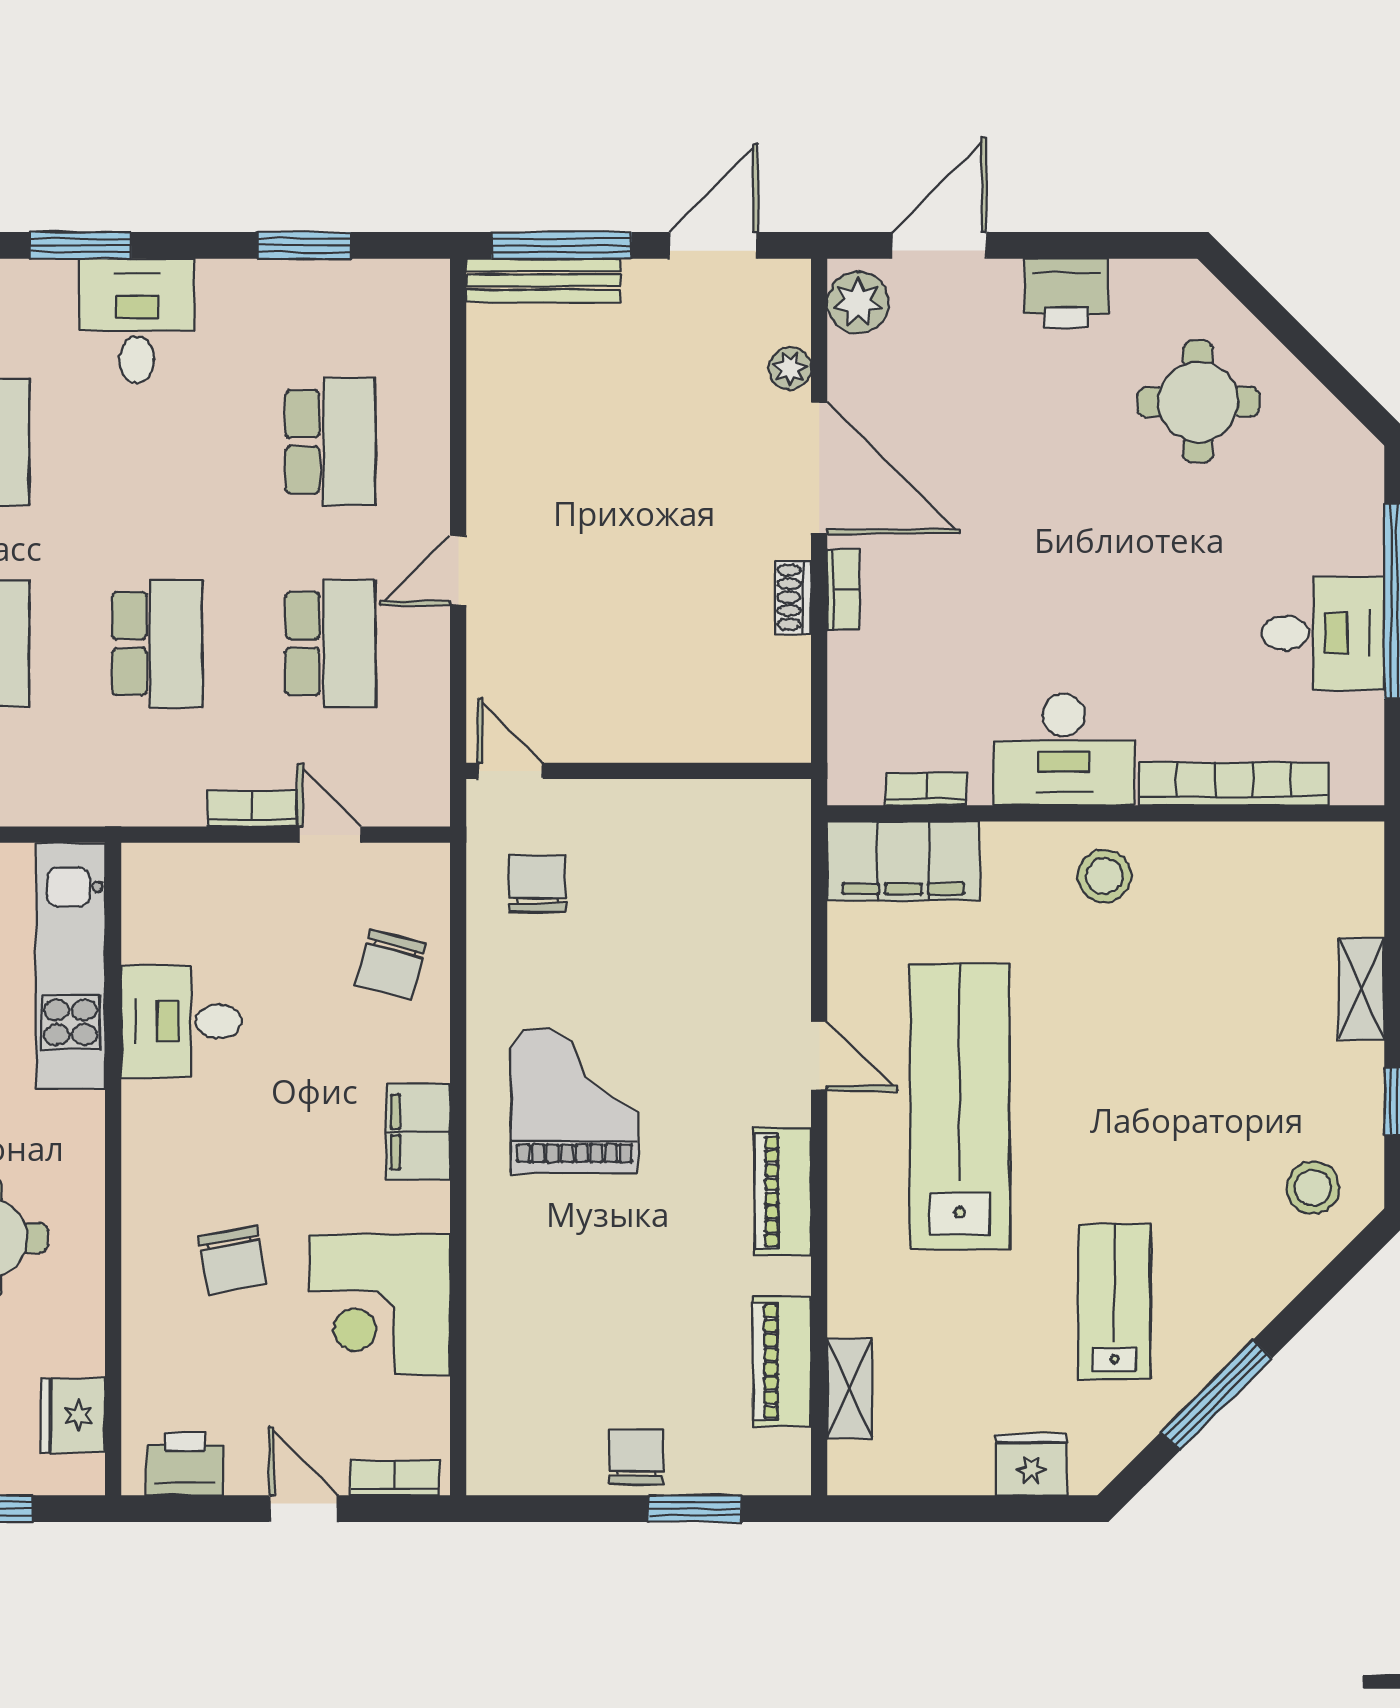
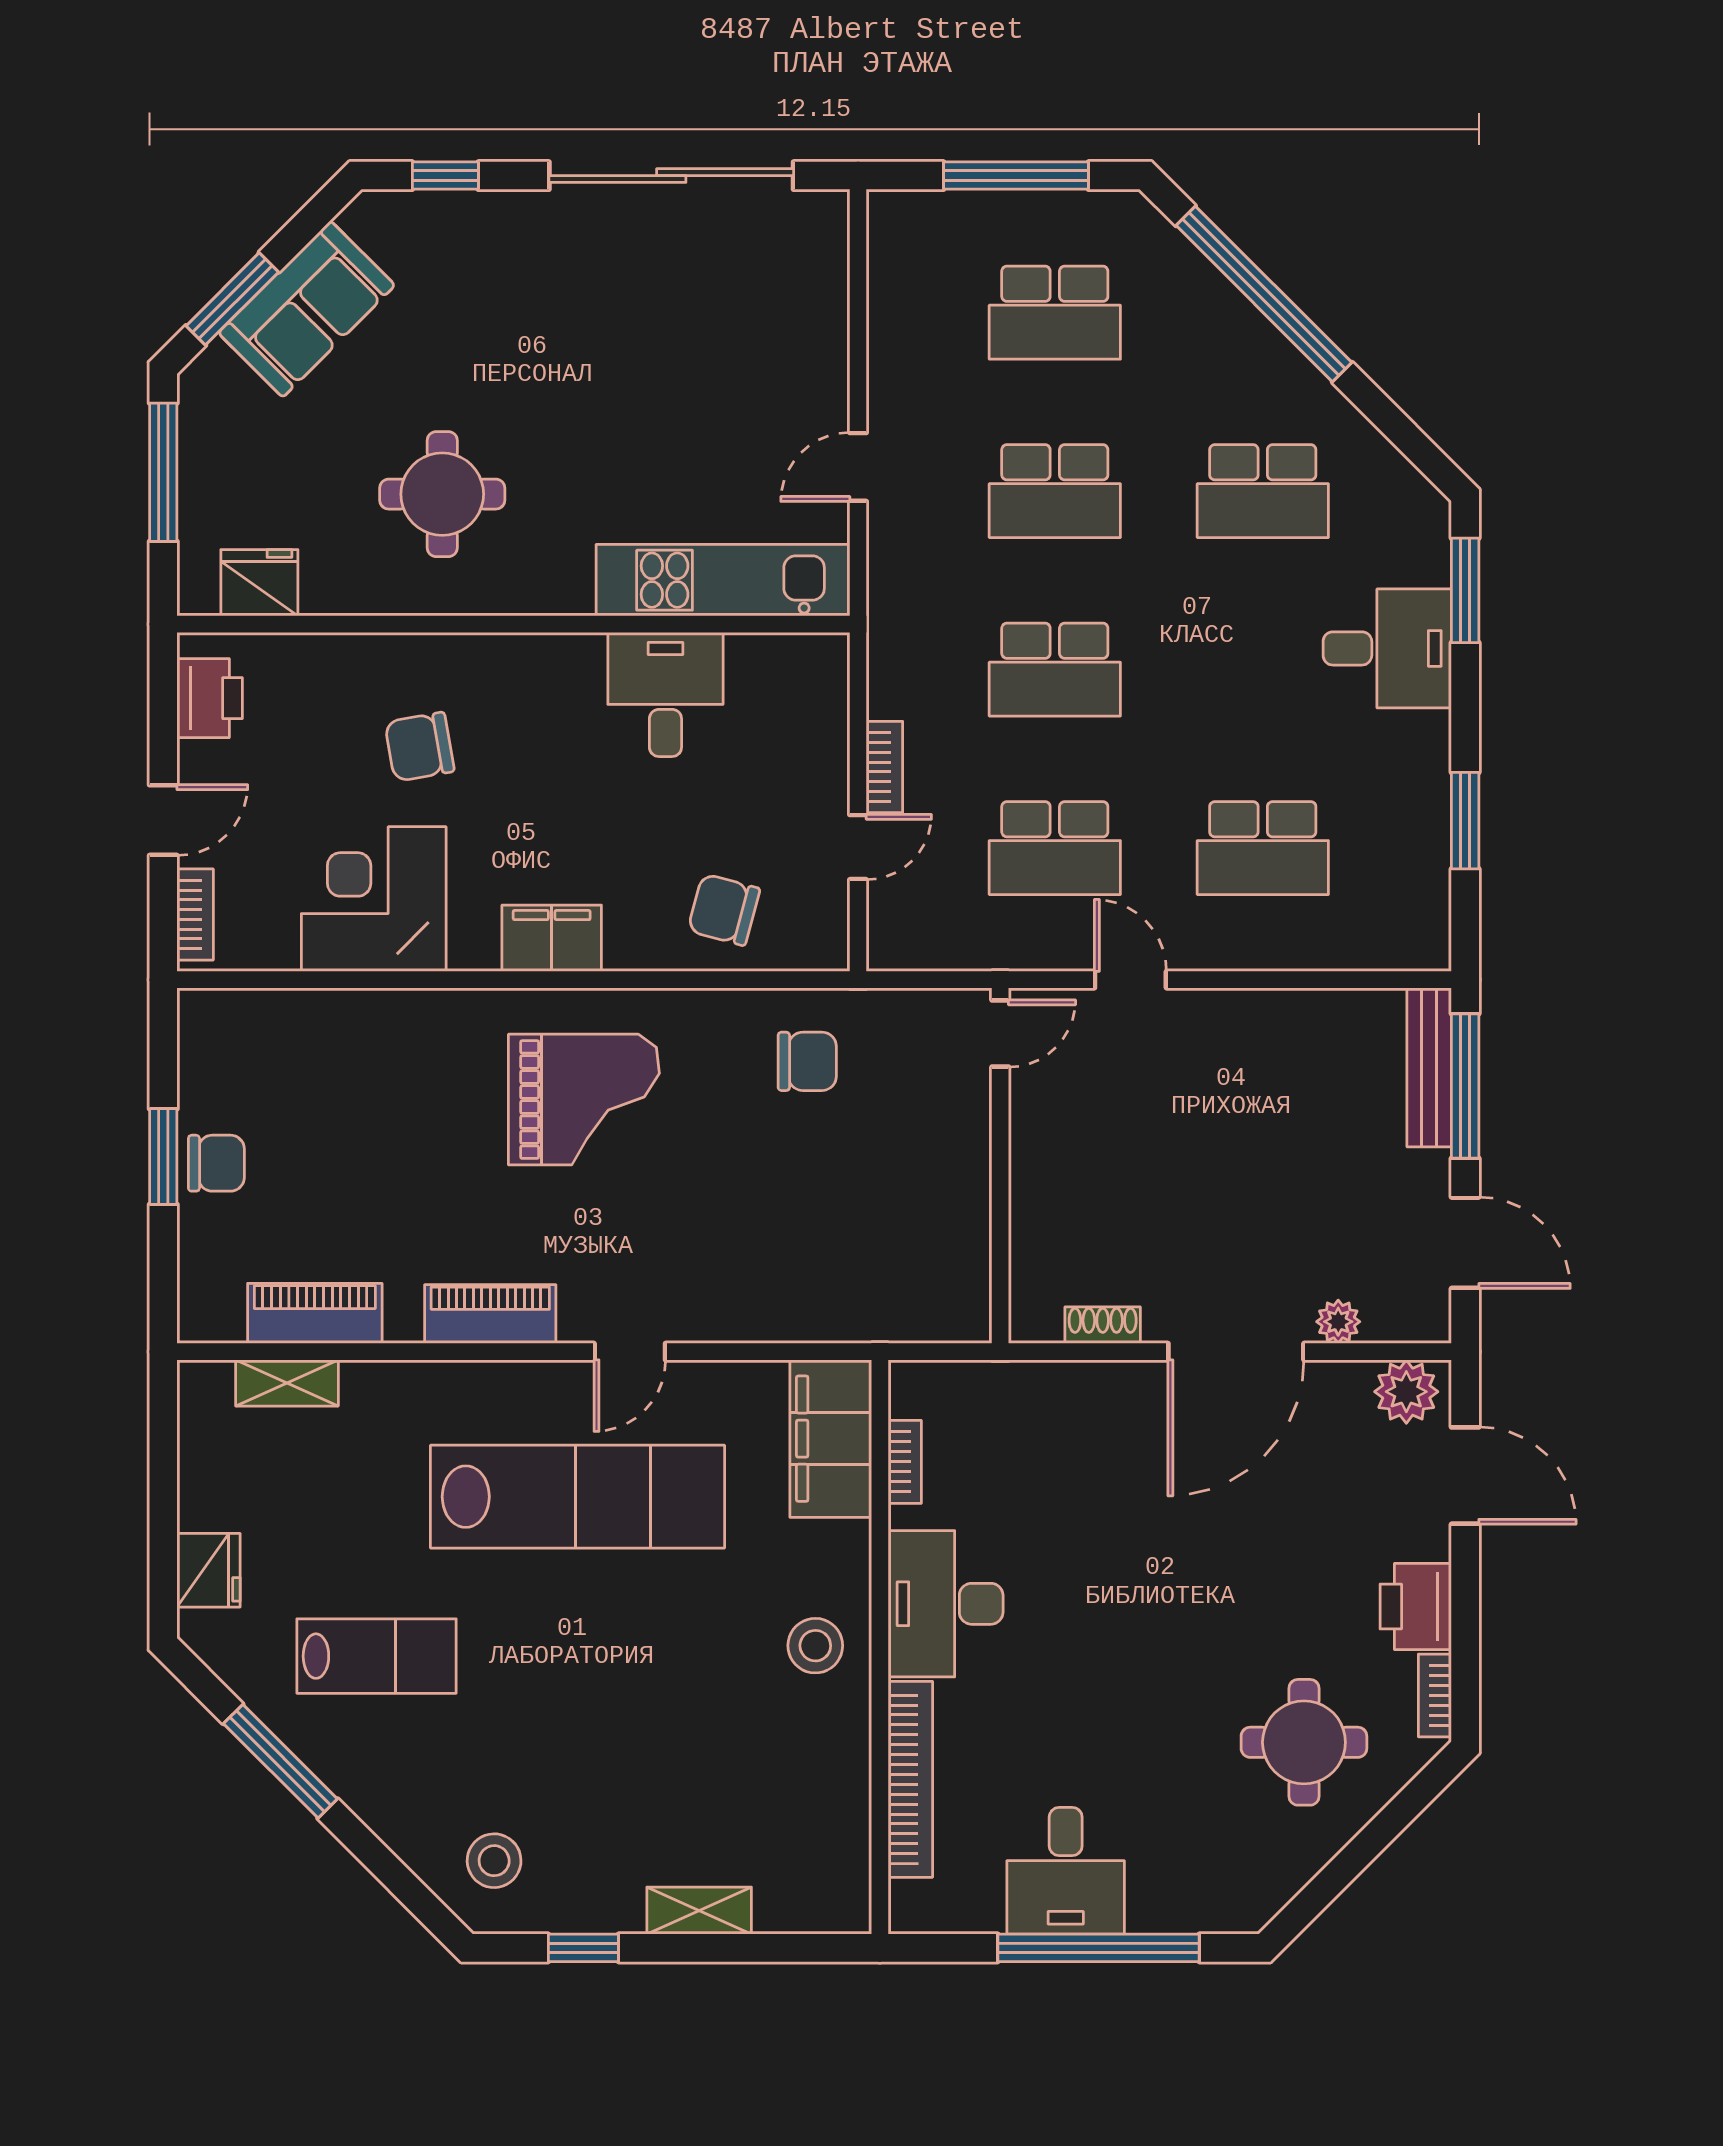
bookcase: (843, 589) -> (1435, 1695), moved, turned 90
door: (510, 771) -> (1000, 1034), moved
wall: (639, 771) -> (1000, 1166), moved
window: (695, 1509) -> (163, 1157), moved

